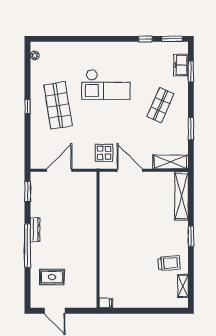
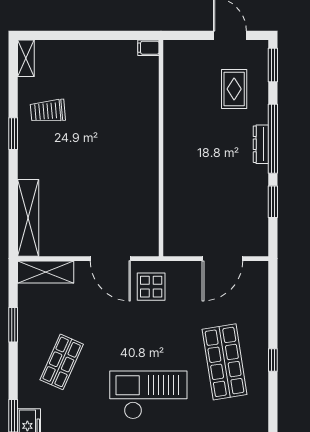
window: (27, 192) -> (273, 202), moved
dresser: (35, 230) -> (261, 144), moved
window: (191, 236) -> (13, 134), moved
rug: (52, 277) -> (234, 89), turned 90
shelving: (183, 286) -> (26, 58), moved
window: (27, 292) -> (273, 65), added

